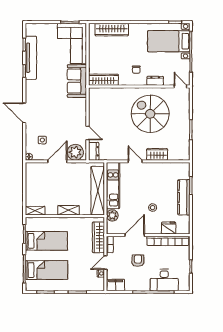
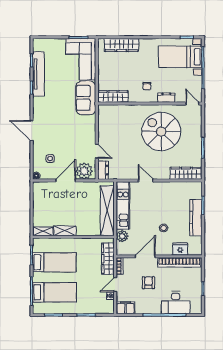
wardrobe: (157, 154) -> (186, 173), moved, width x1.50
shelving: (69, 210) -> (65, 231), moved

